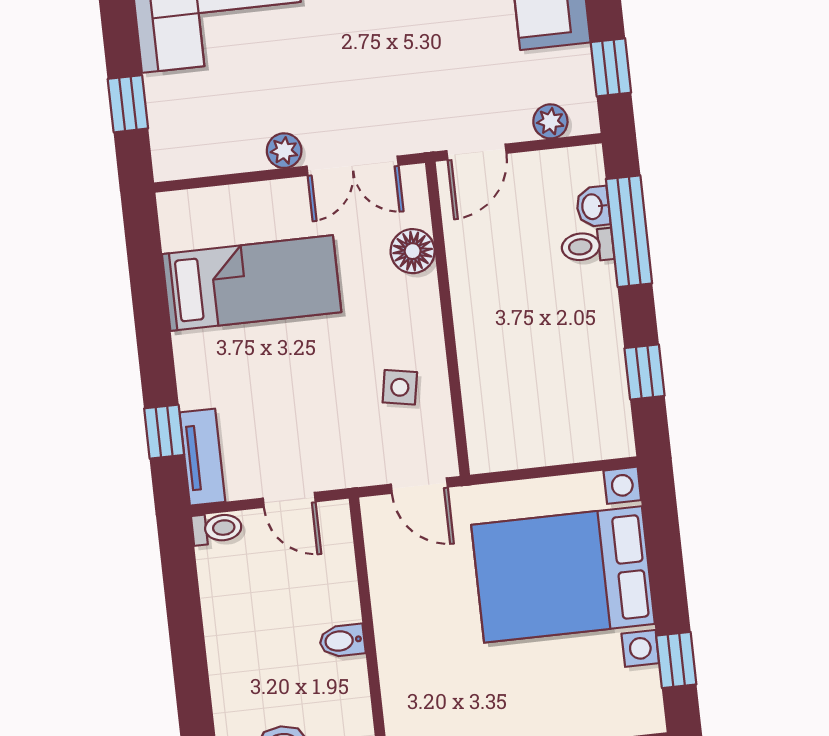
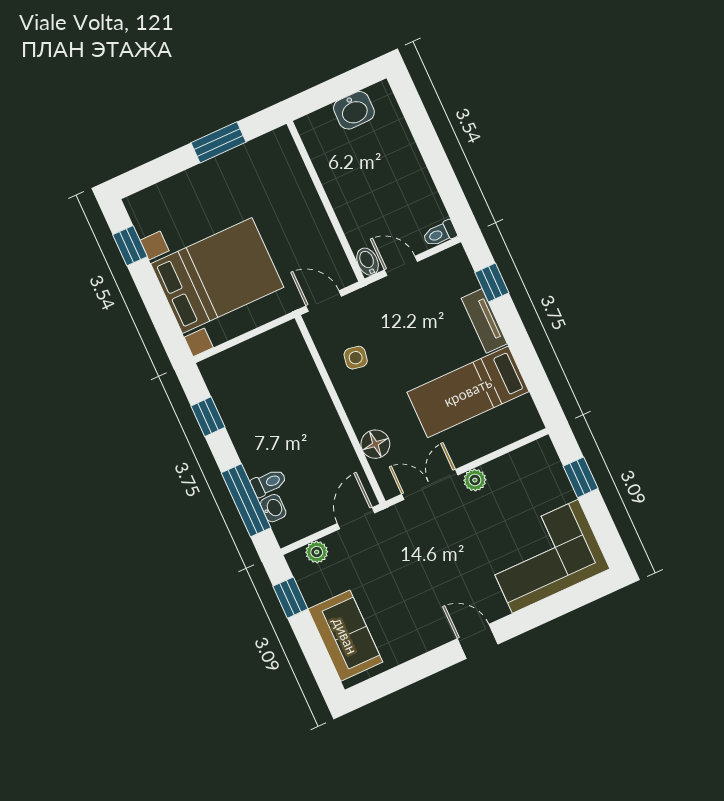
tv unit: (202, 457) -> (484, 321), moved
bidet: (342, 641) -> (368, 262), moved, turned -90

